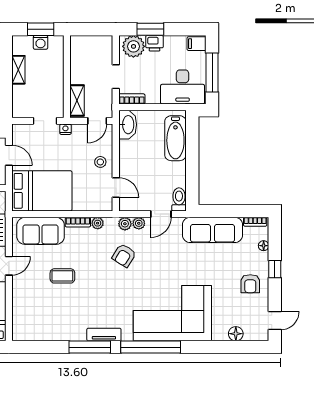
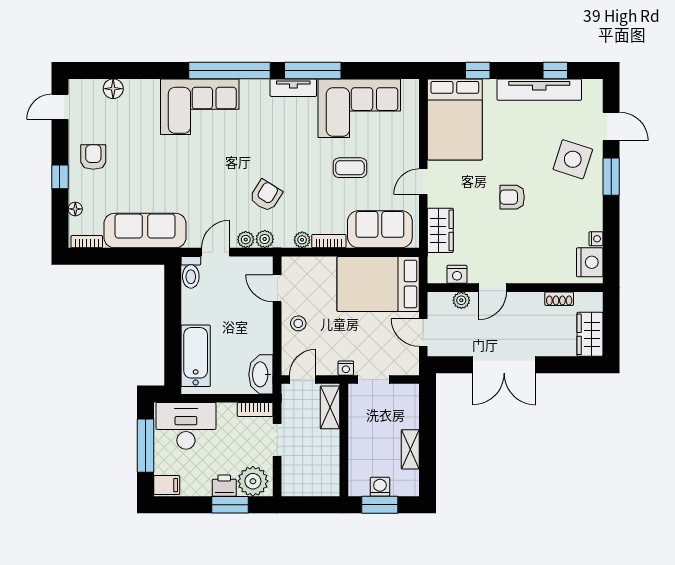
corner sofa: (172, 313) -> (200, 107), width x0.73, depth x0.74
corner sofa: (56, 319) -> (359, 108), added

